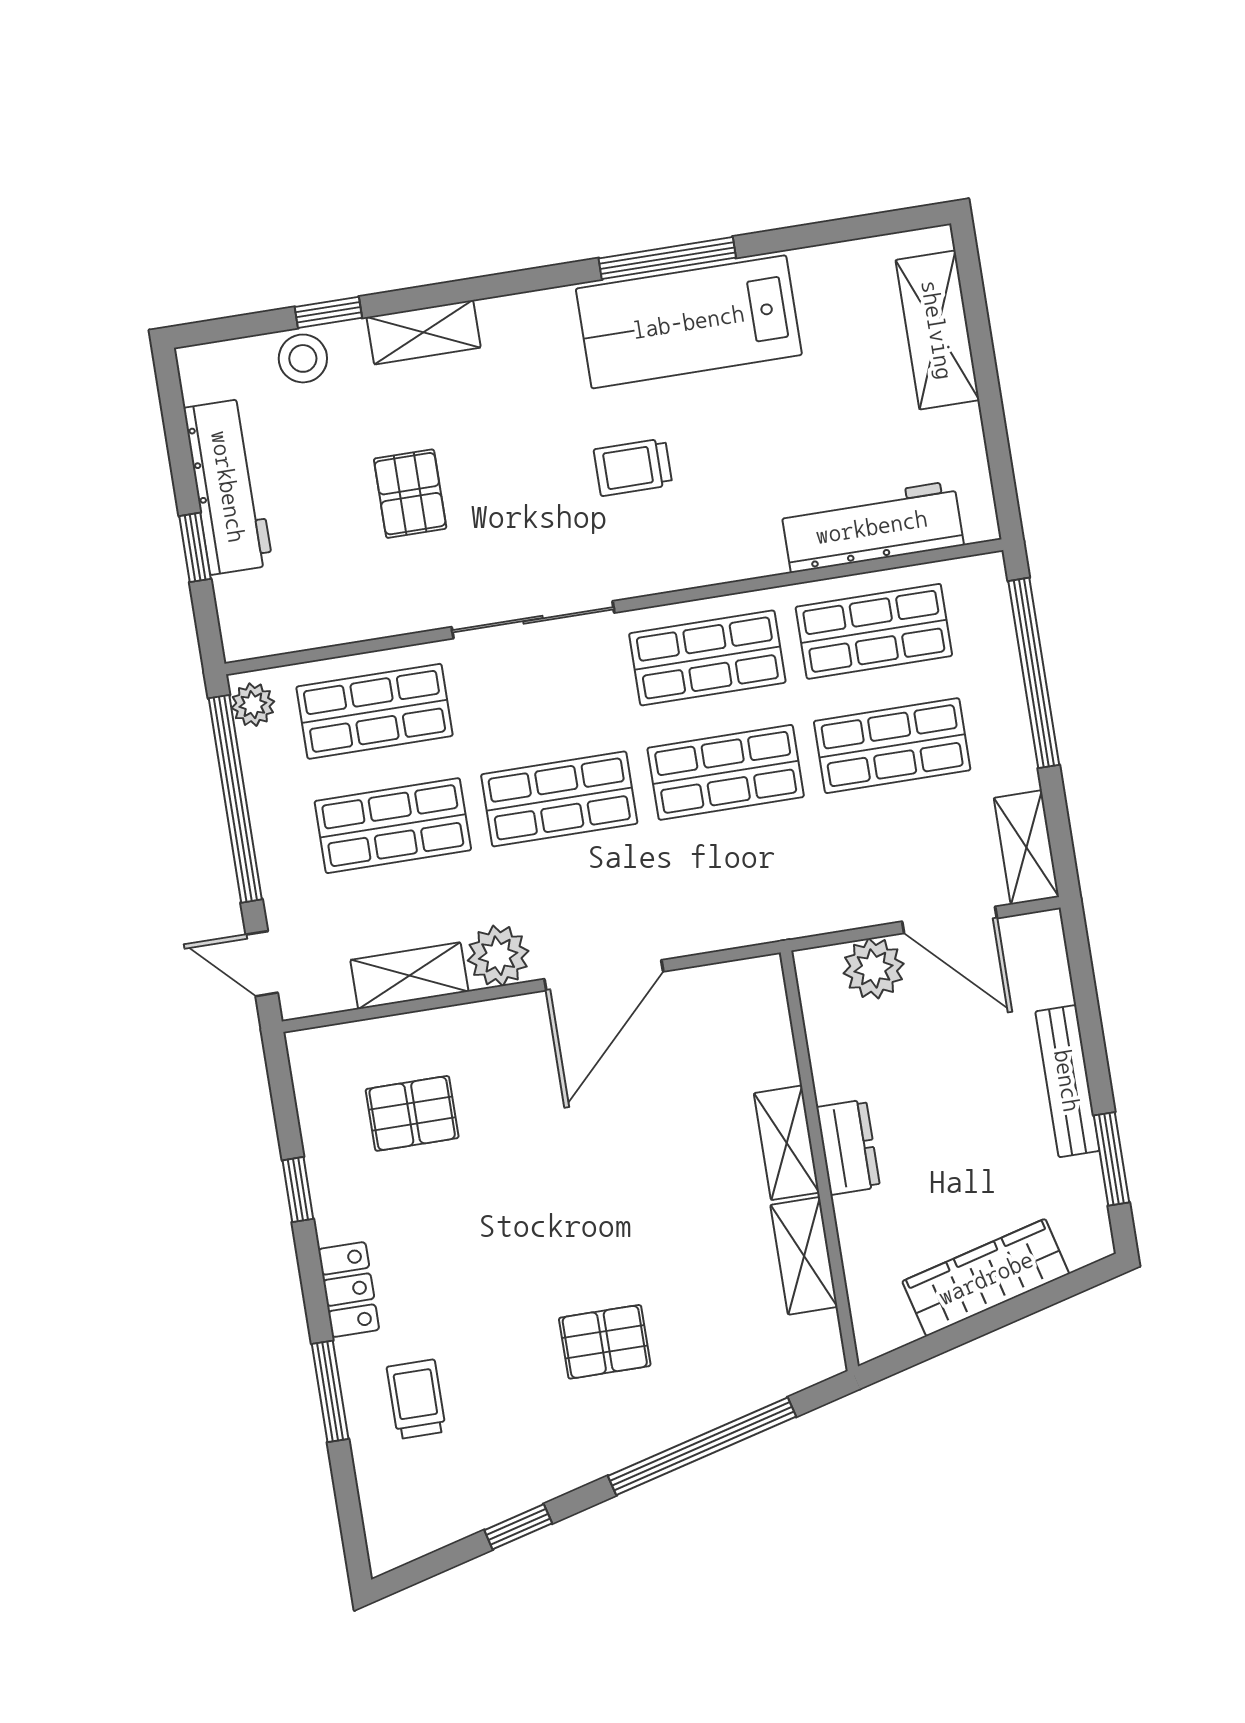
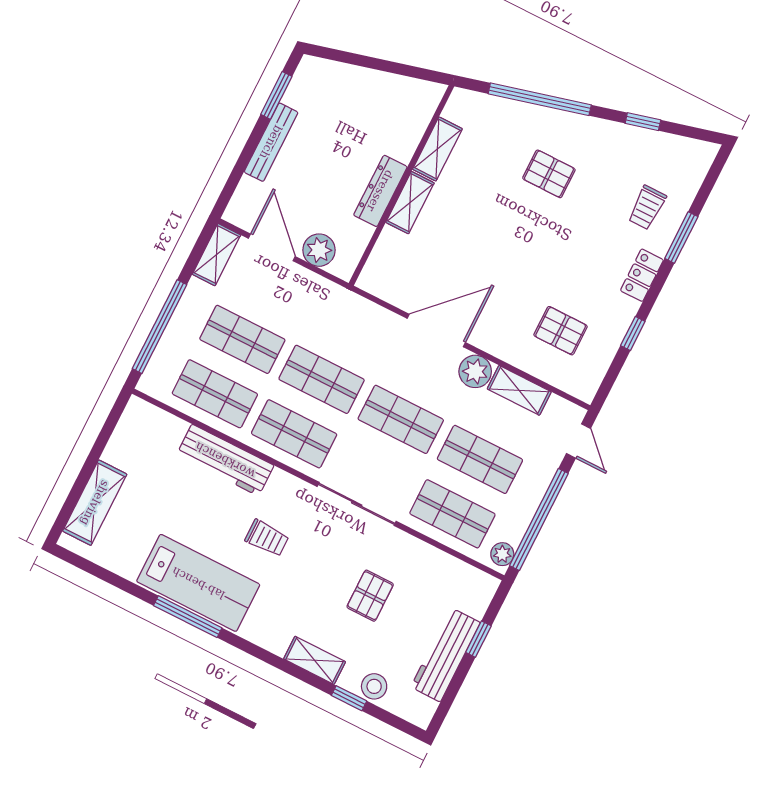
workbench: (872, 527) -> (225, 460), moved
dresser: (848, 1147) -> (380, 191), width x1.44
wardrobe: (986, 1278) -> (367, 84), removed

